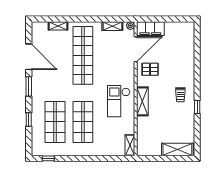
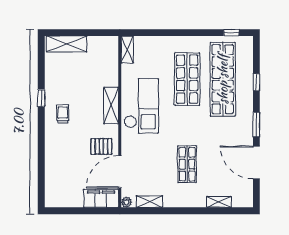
shop shelf: (83, 55) -> (187, 164), width x0.50, depth x0.74
checkout: (119, 101) -> (141, 106), width x1.36, depth x1.21
shop shelf: (55, 122) -> (223, 79), width x1.40

